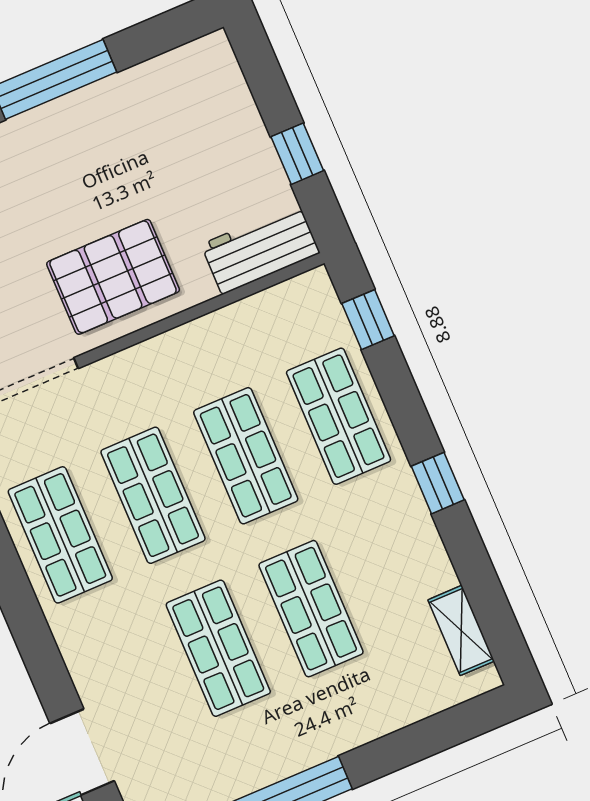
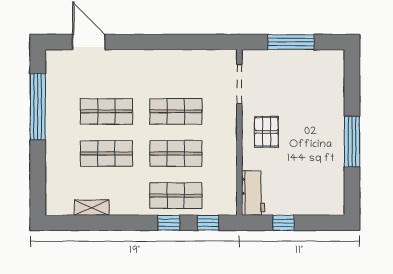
pallet: (113, 277) -> (266, 132), width x0.67, depth x0.71
window: (438, 483) -> (169, 223), moved
shop shelf: (60, 535) -> (176, 69), removed
shelving: (461, 630) -> (92, 208), moved

